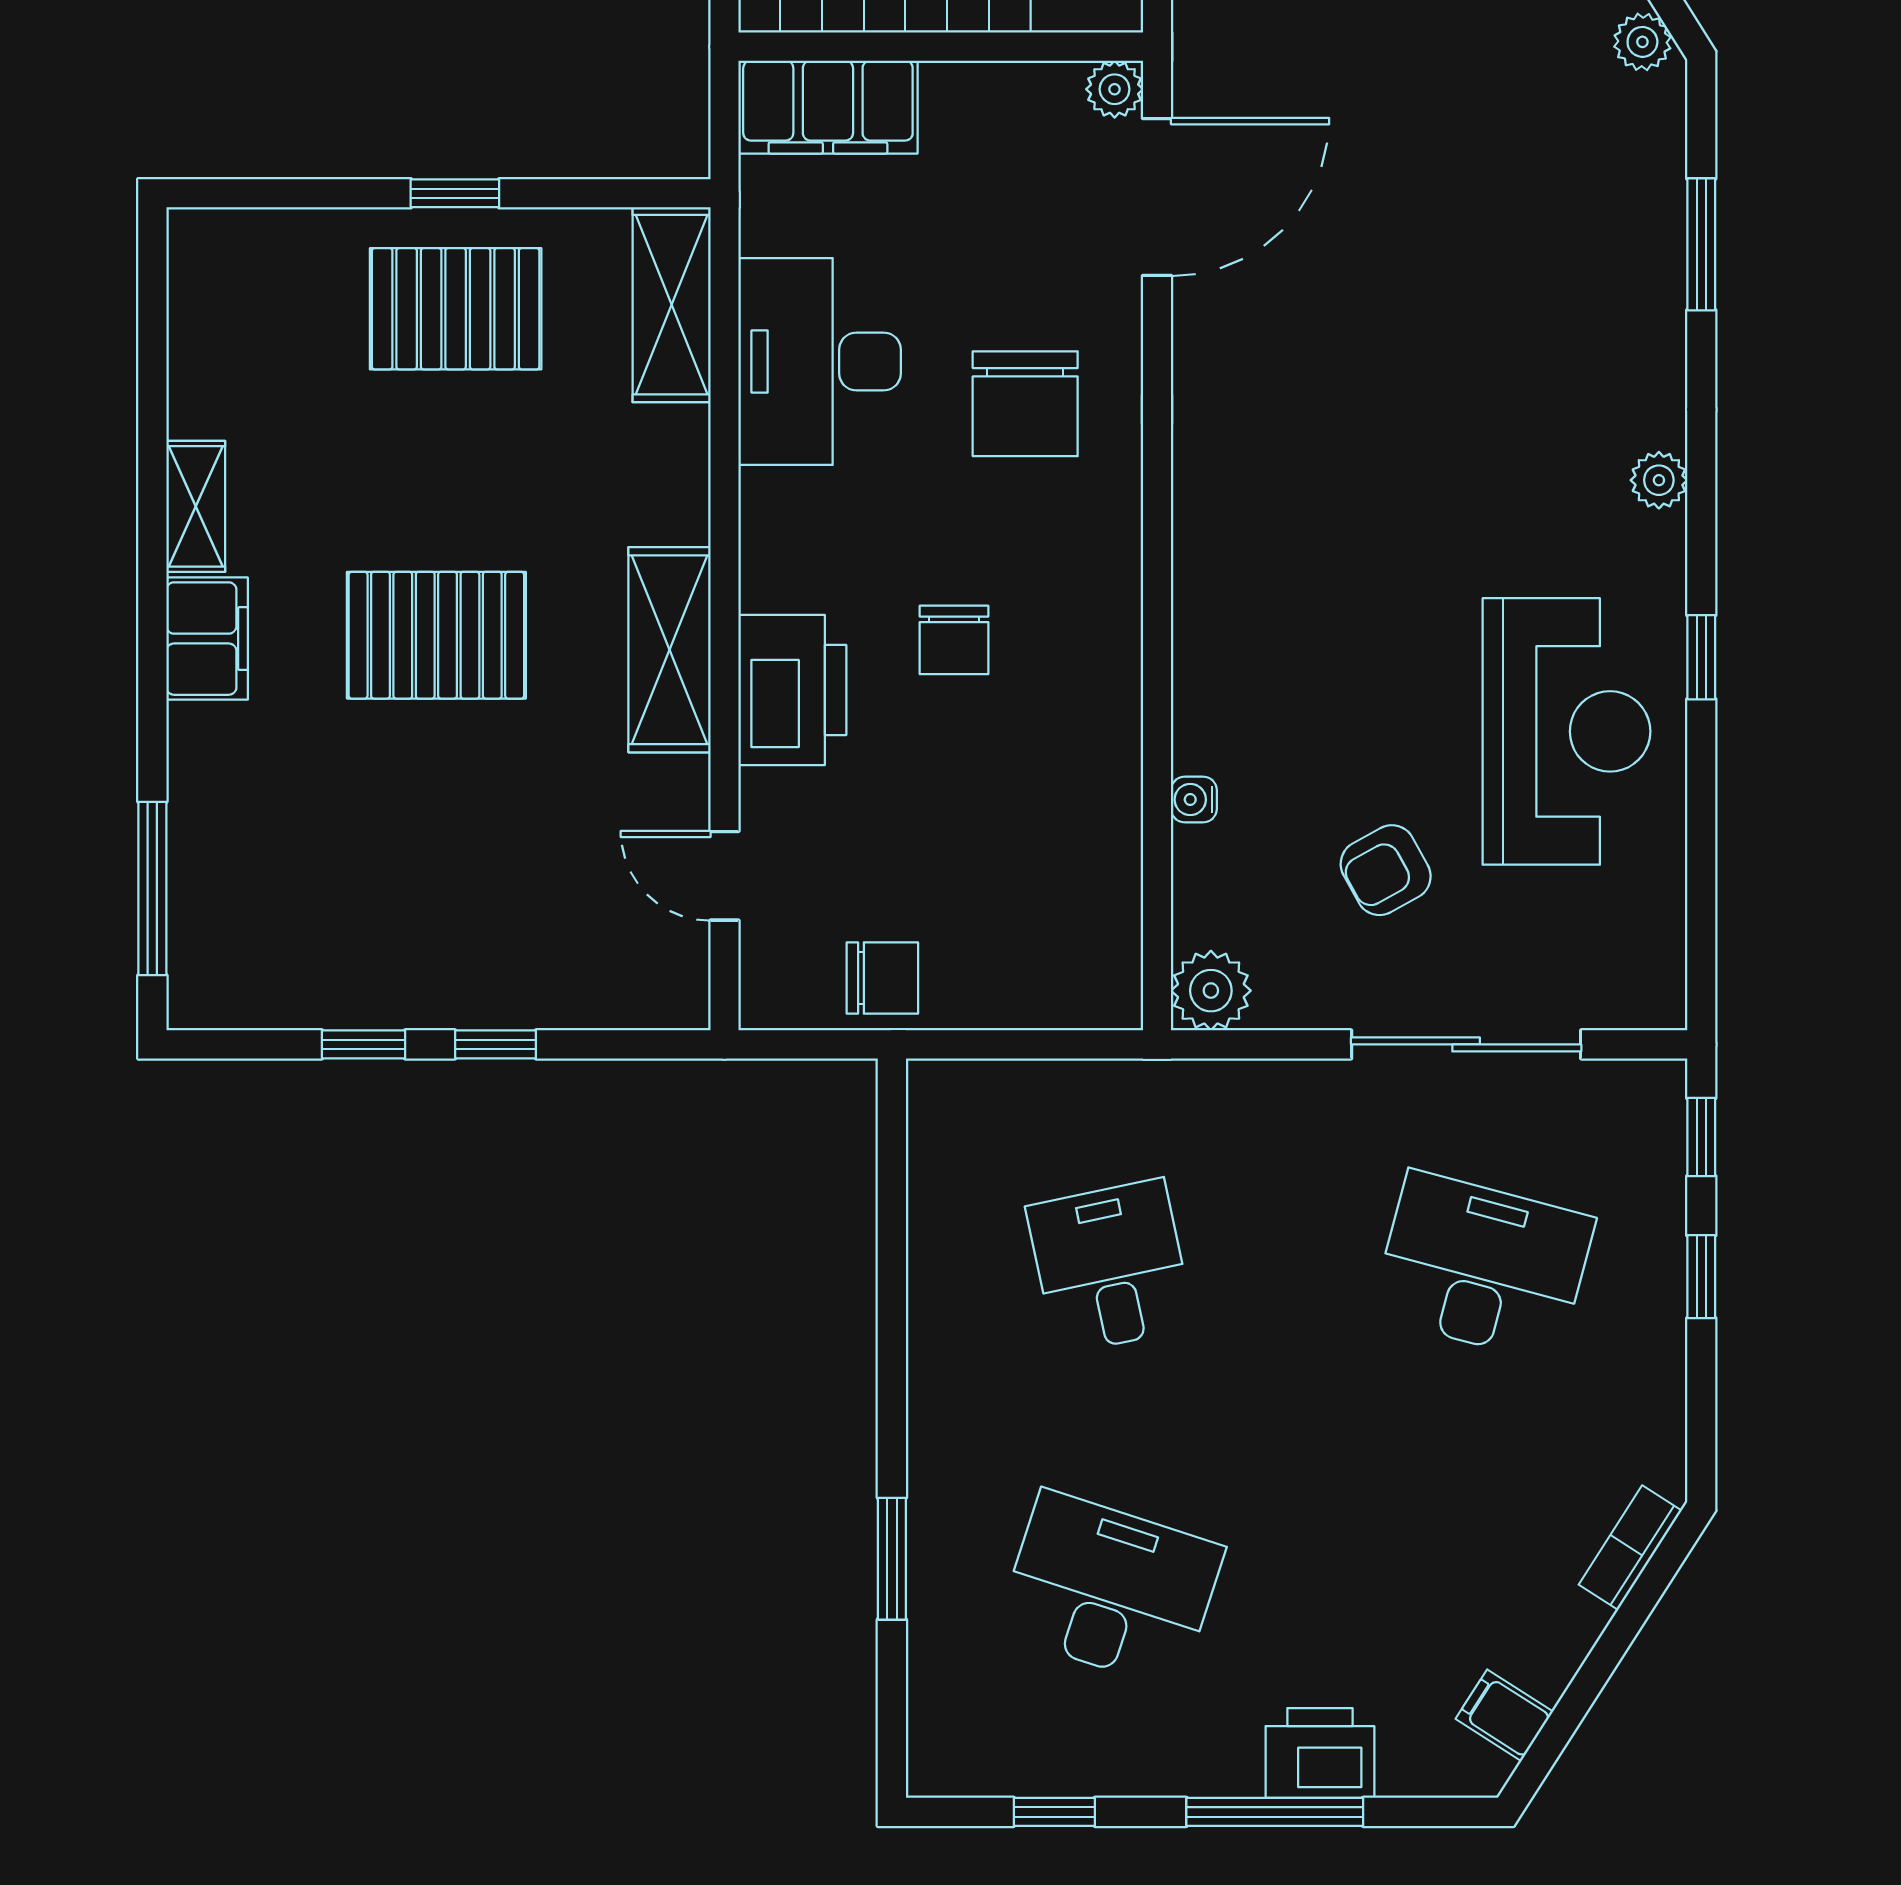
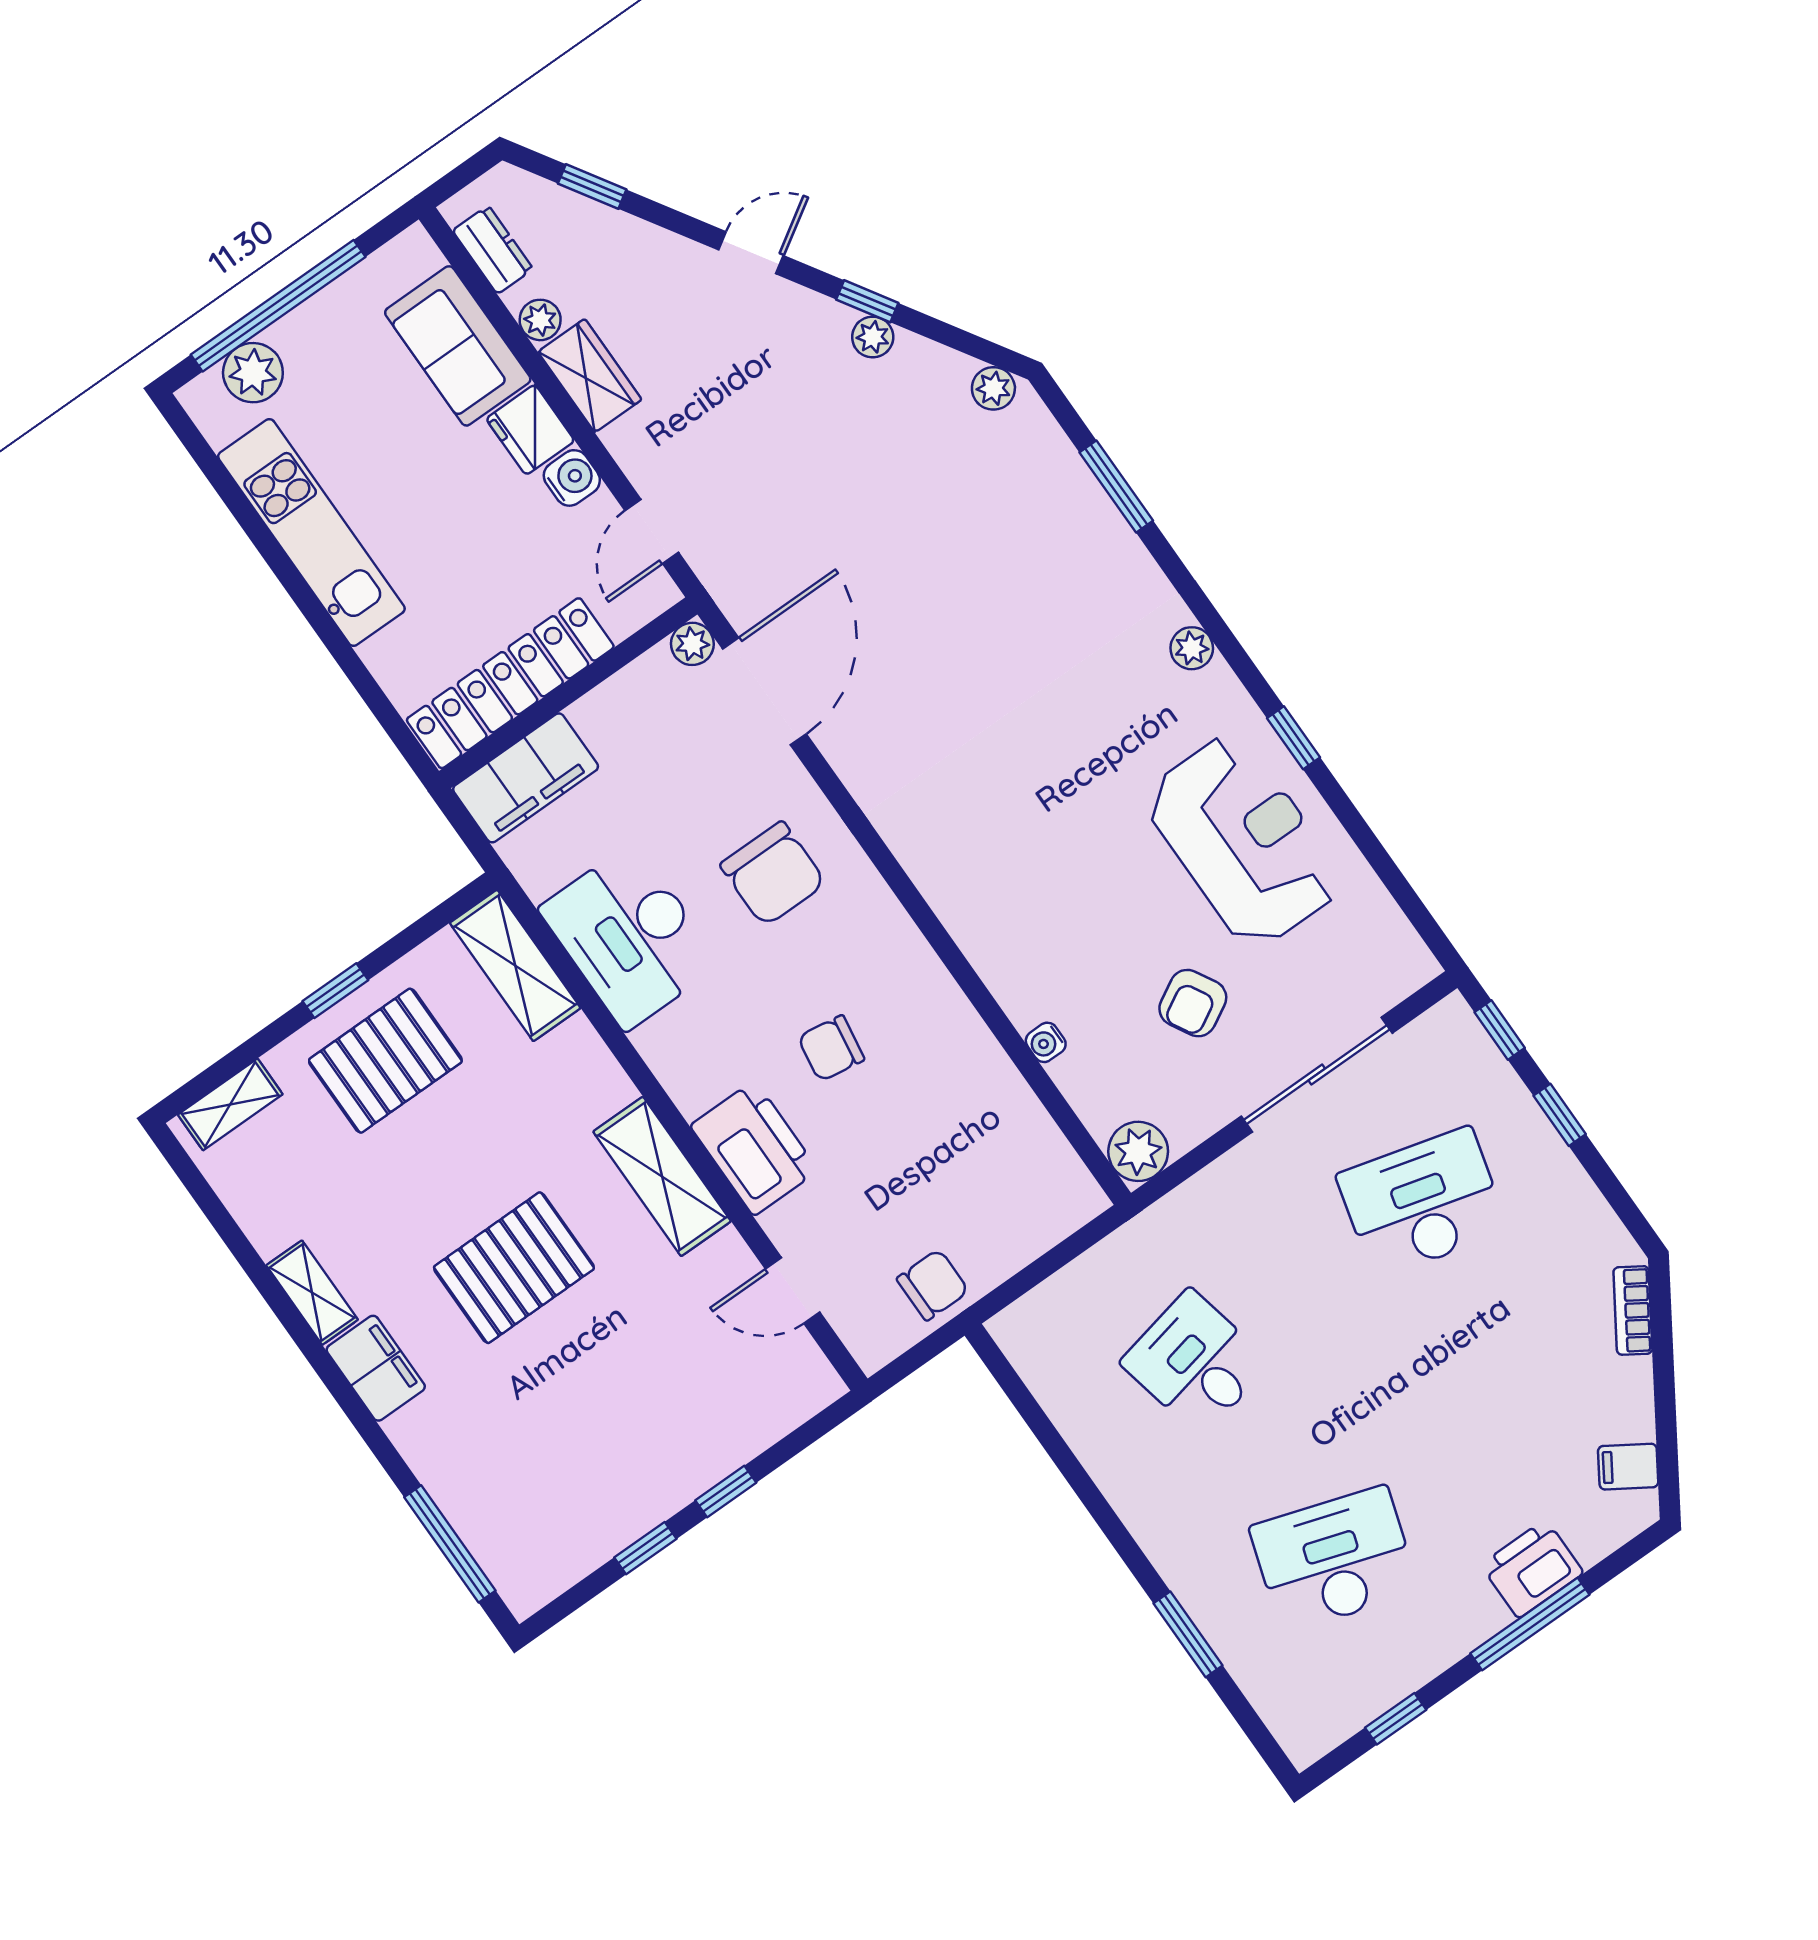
shelving: (252, 237) -> (230, 1104), added
chair: (954, 640) -> (831, 1048), turned 99

